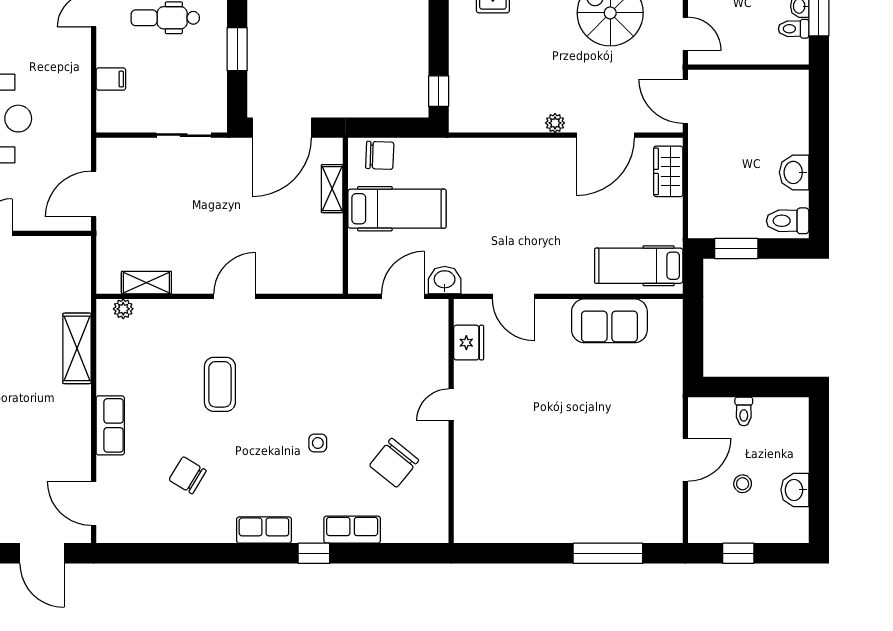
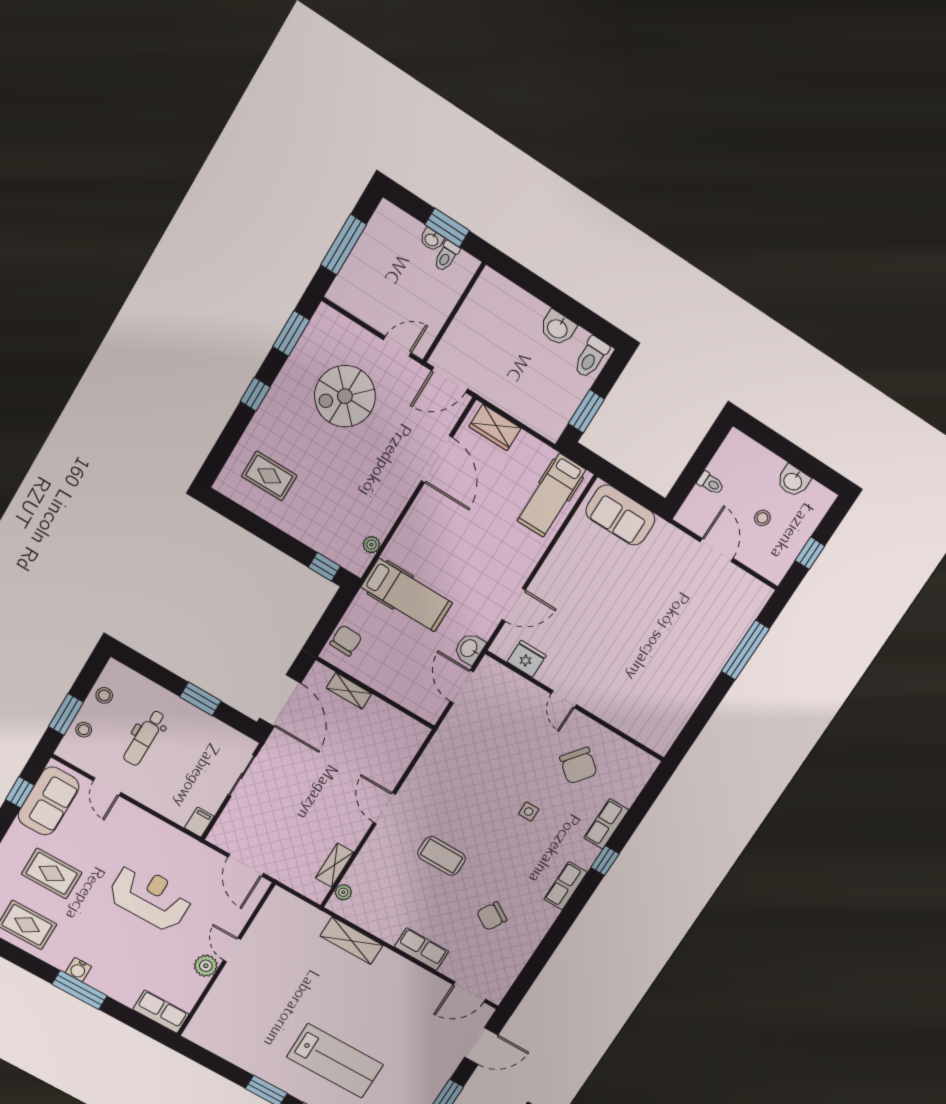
filing cabinet: (111, 79) -> (199, 822), moved
plant: (555, 123) -> (371, 545), moved
hospital bed: (397, 209) -> (407, 595), moved, turned 90
sofa: (609, 321) -> (620, 515), moved, turned 90

